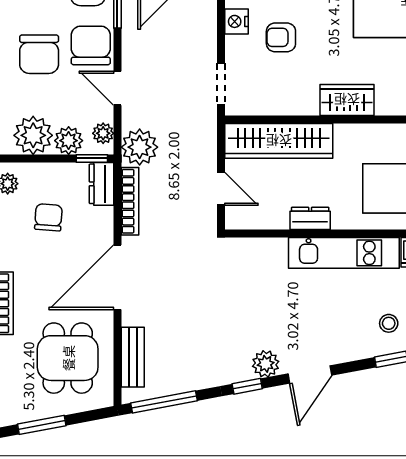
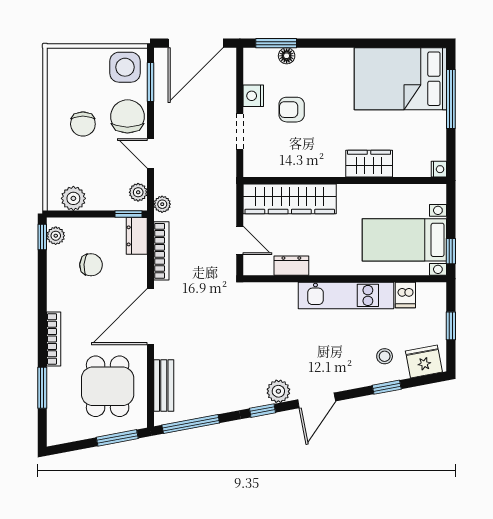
chair: (39, 54) -> (83, 124), width x0.73, depth x0.73
doorway: (221, 84) -> (240, 132), moved
wardrobe: (347, 100) -> (369, 164), moved
plant: (33, 135) -> (73, 198), width x0.73, depth x0.73
plant: (69, 141) -> (108, 199), removed
plant: (140, 147) -> (162, 204), width x0.53, depth x0.53
chair: (48, 217) -> (91, 265), turned 90
dresser: (310, 218) -> (291, 266), moved
window: (42, 425) -> (117, 438), moved

